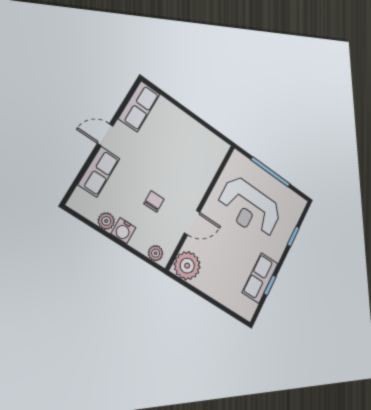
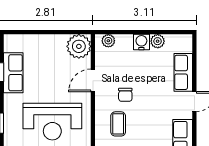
coffee table: (192, 164) -> (118, 124), added
chair: (154, 201) -> (125, 95), moved
reception desk: (250, 208) -> (52, 122), turned 180

